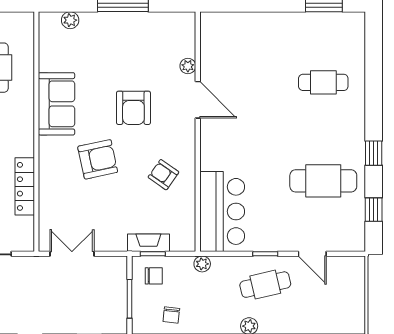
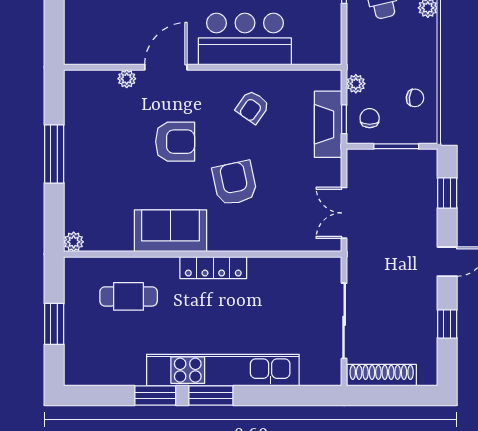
plant: (70, 20) -> (74, 242), moved
locker: (25, 186) -> (213, 268), moved
bar counter: (222, 211) -> (245, 39), moved
fireplace: (148, 243) -> (328, 124), width x1.37, depth x1.32
plant: (202, 264) -> (356, 84), moved

